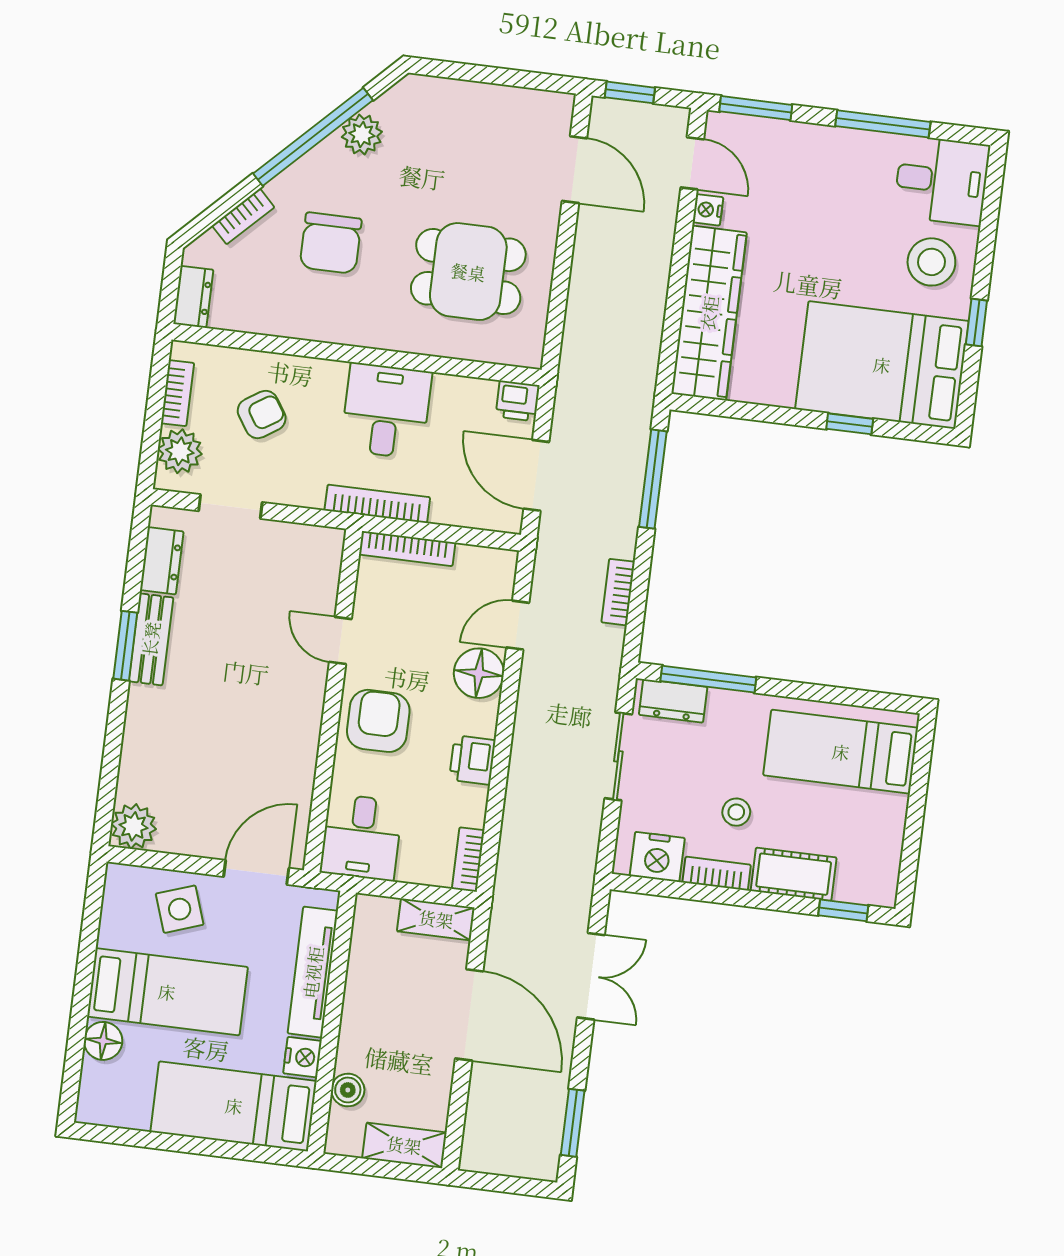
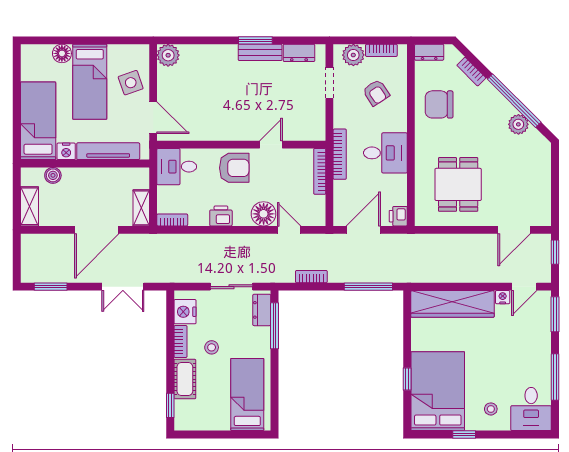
chair: (331, 243) -> (439, 104), moved
stool: (931, 262) -> (491, 409), width x0.53, depth x0.53

